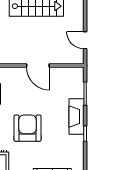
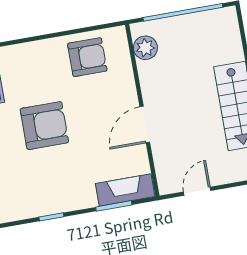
fireplace: (76, 117) -> (125, 190), moved

